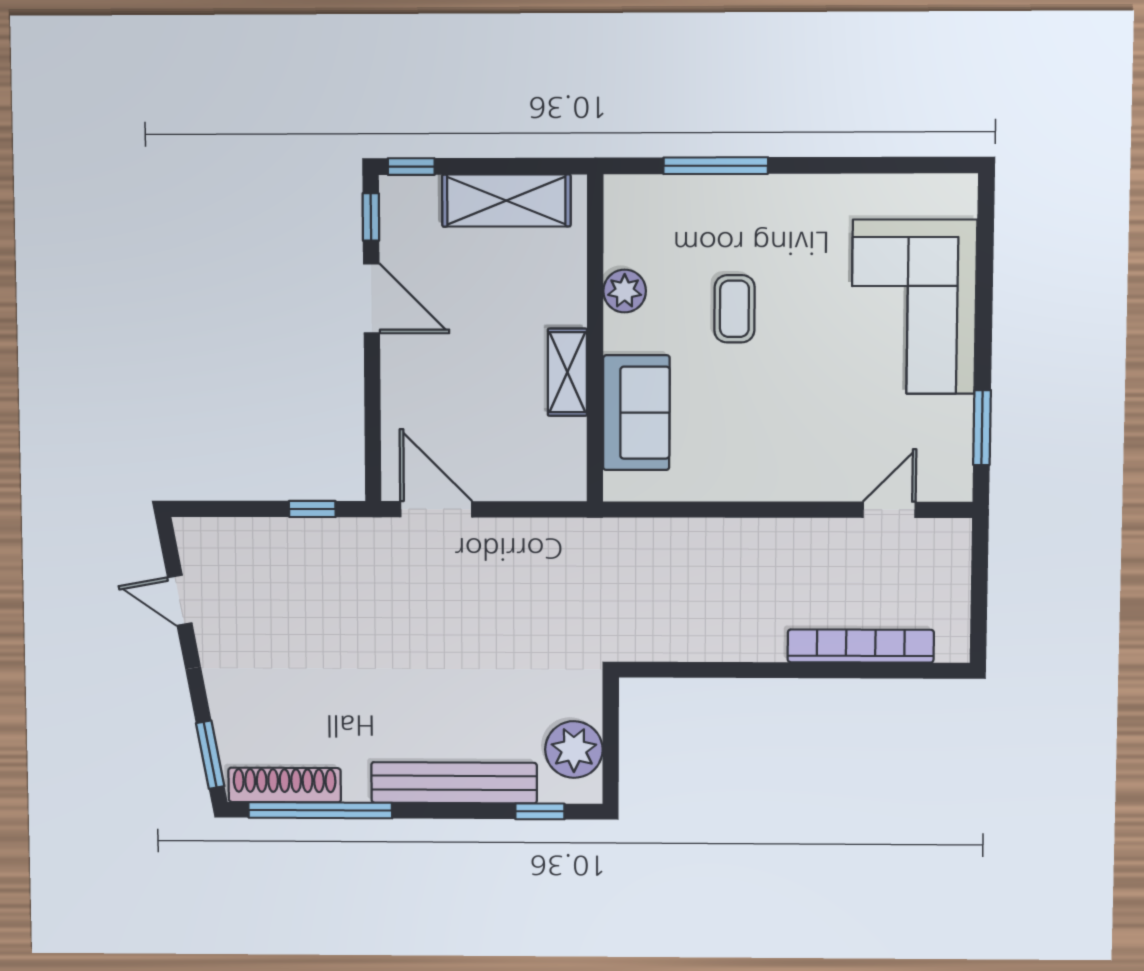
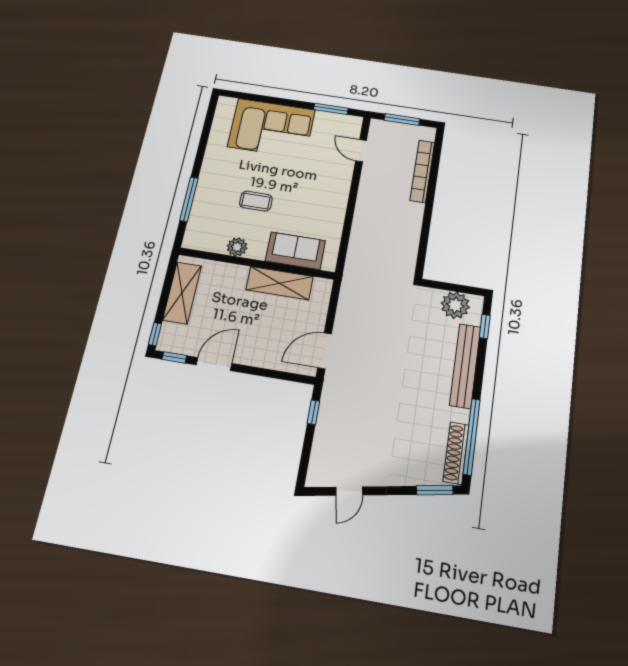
shelving: (567, 372) -> (280, 283), width x1.50, depth x1.33
window: (979, 586) -> (402, 120), added

